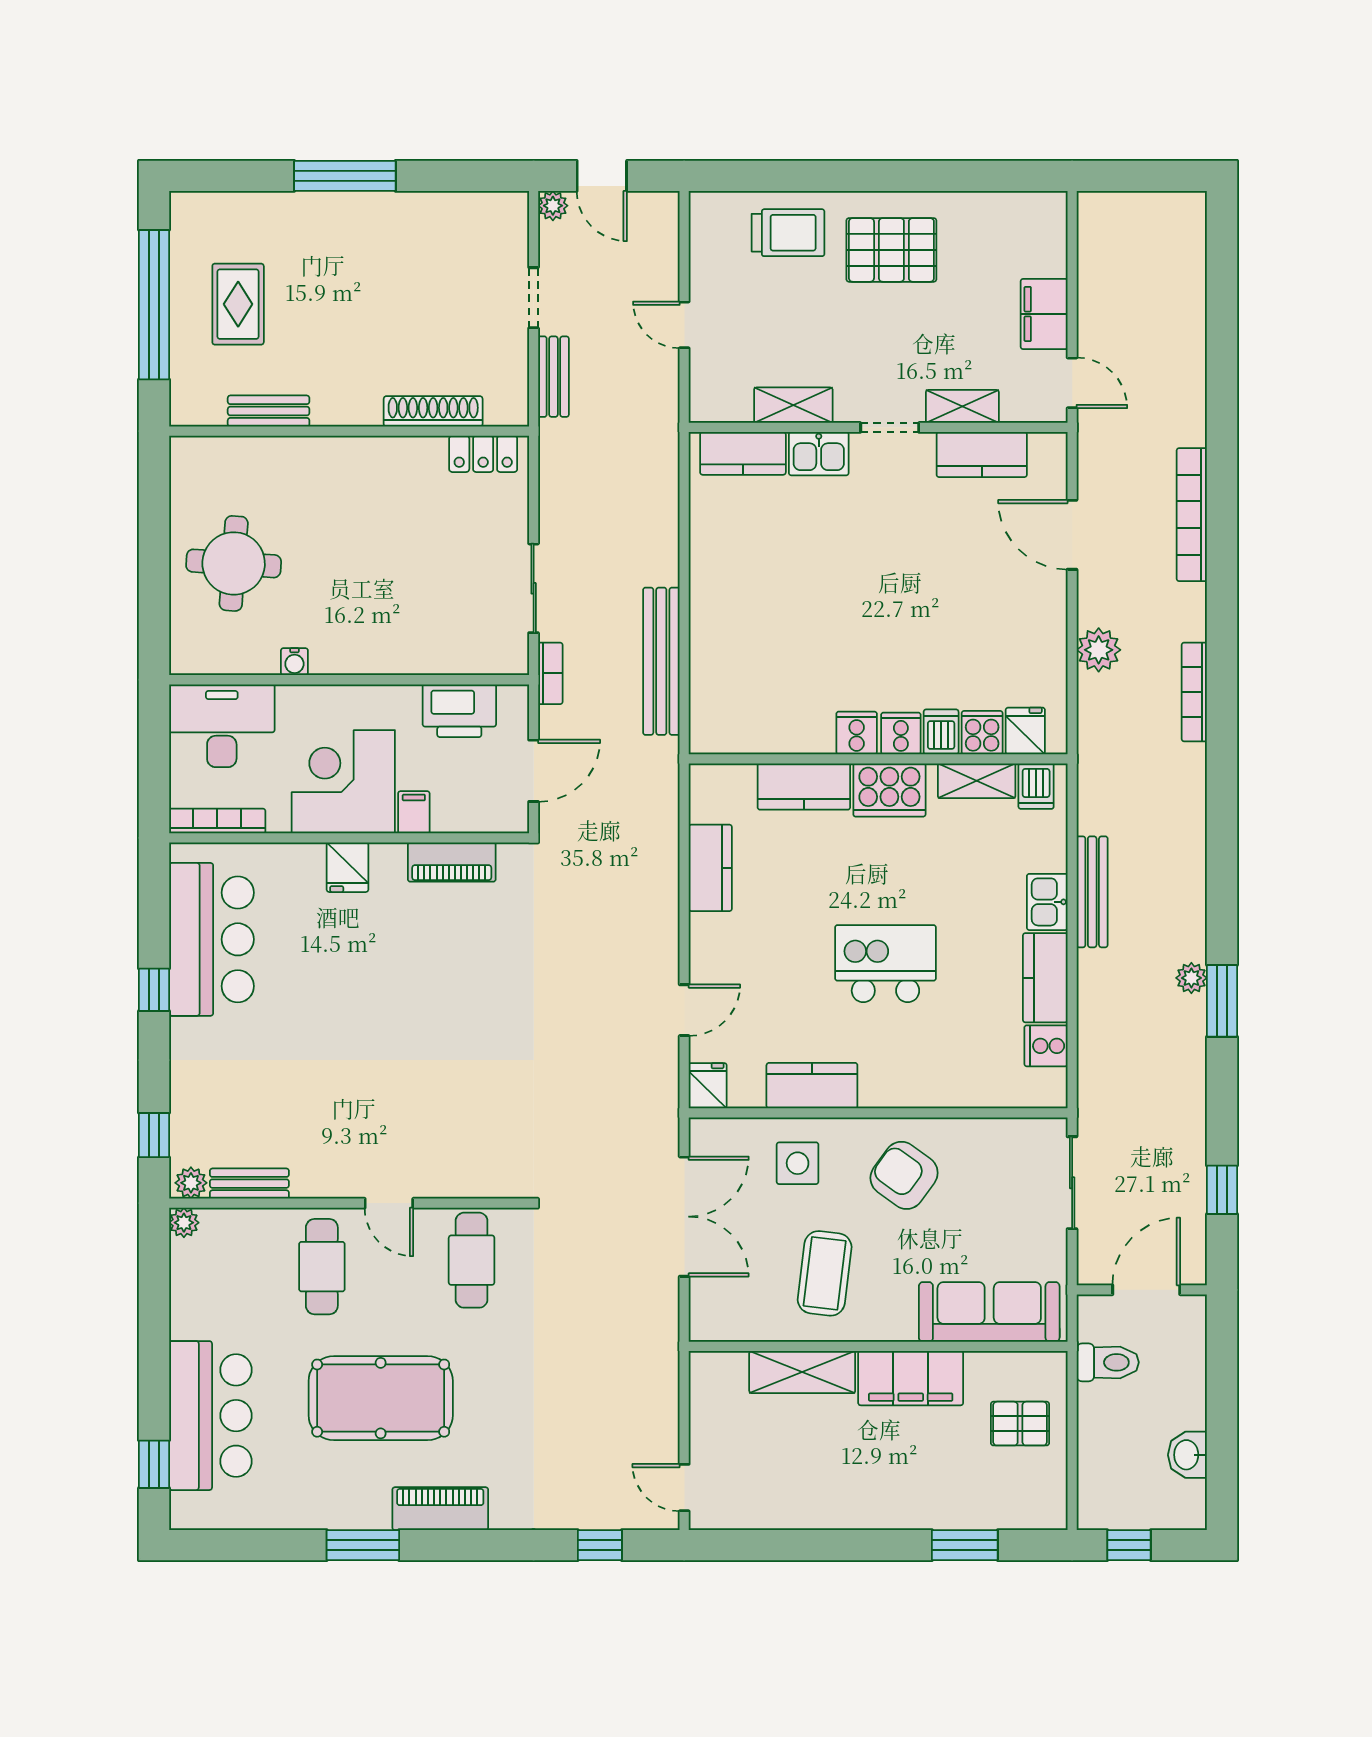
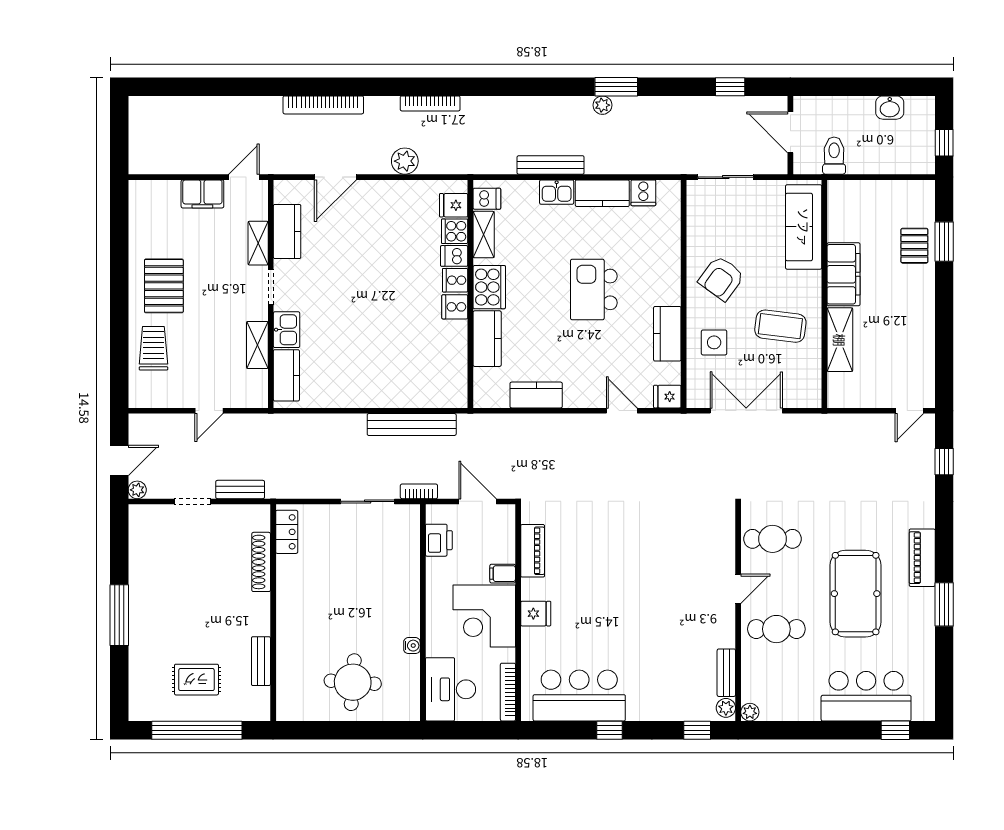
printer: (459, 711) -> (439, 540), width x0.73, depth x0.84
pallet: (1020, 1424) -> (914, 246), moved

